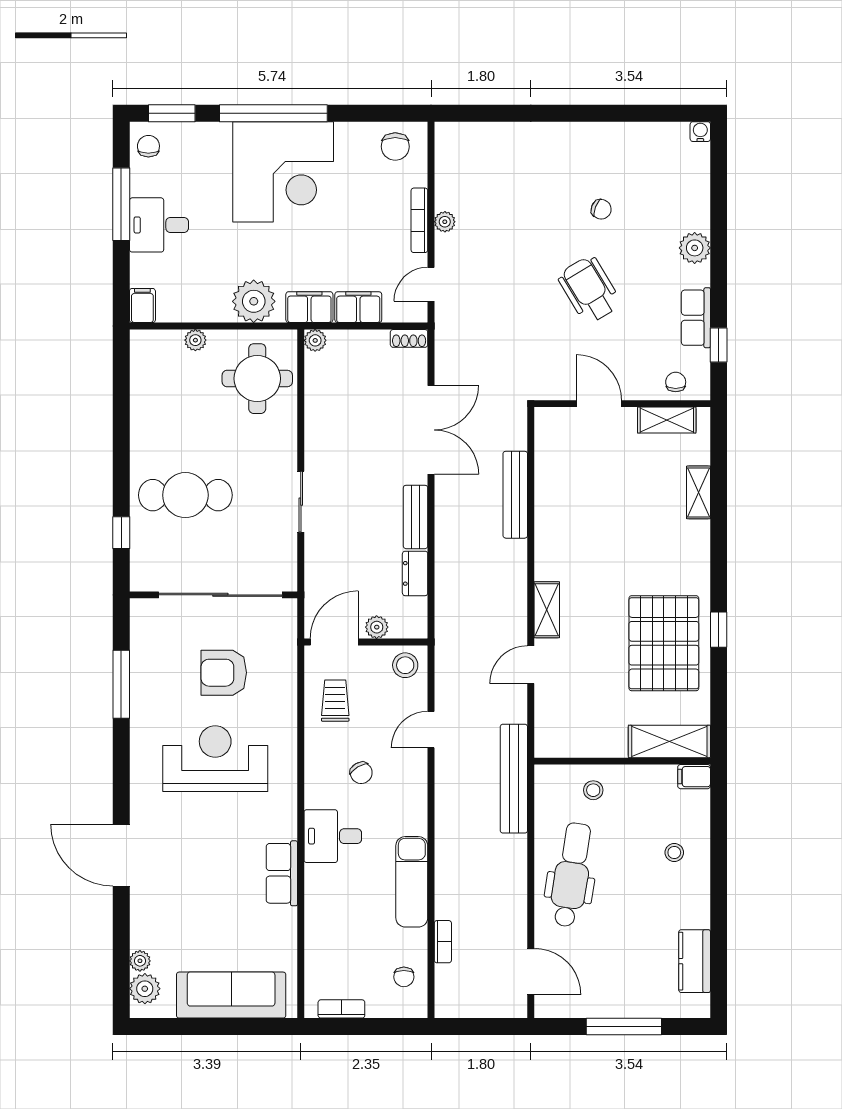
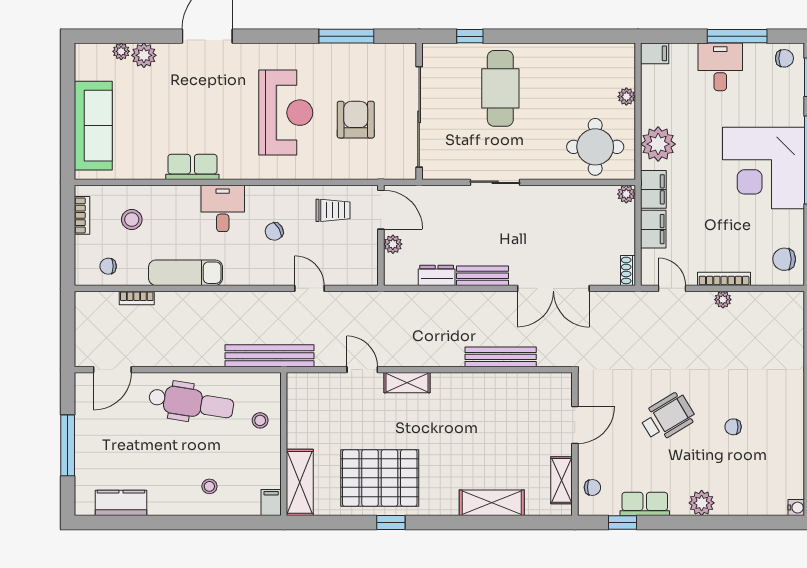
chair: (601, 209) -> (733, 427), turned 68
shelving: (698, 492) -> (492, 503), width x1.50, depth x1.33
stool: (405, 665) -> (132, 219), moved
plant: (145, 989) -> (144, 55), moved

